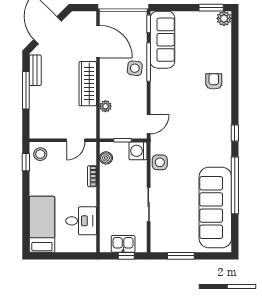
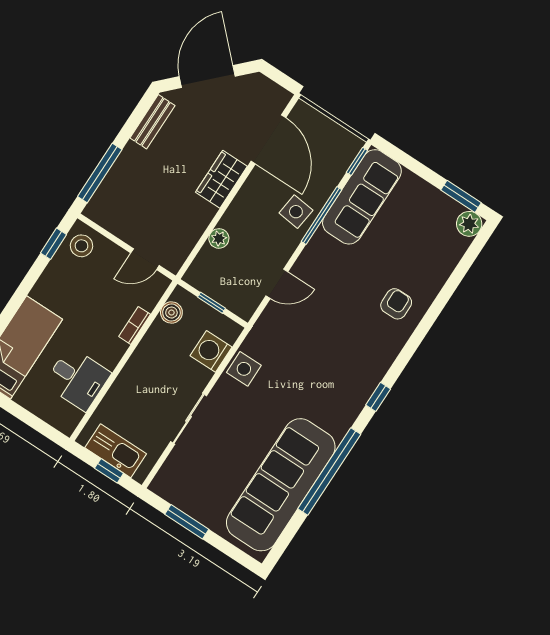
wardrobe: (88, 84) -> (221, 179), width x0.67
window: (26, 90) -> (100, 173), moved
door: (149, 124) -> (277, 284), moved
washing machine: (138, 151) -> (211, 351), moved
kitchen sink: (123, 244) -> (116, 451), width x1.38

